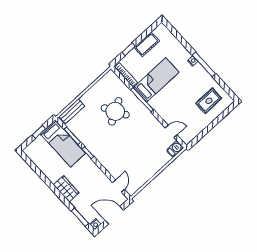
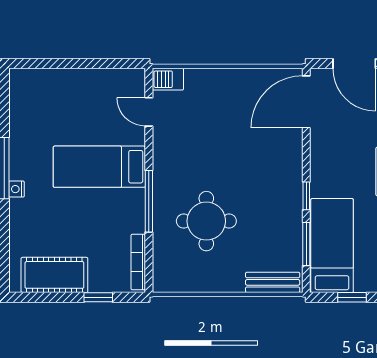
cot: (147, 44) -> (54, 275), width x1.37, depth x1.34
bed: (156, 80) -> (99, 167), moved
rug: (209, 101) -> (48, 105), removed
round table: (115, 111) -> (206, 221), turned 30
door: (119, 186) -> (306, 102), width x1.88

